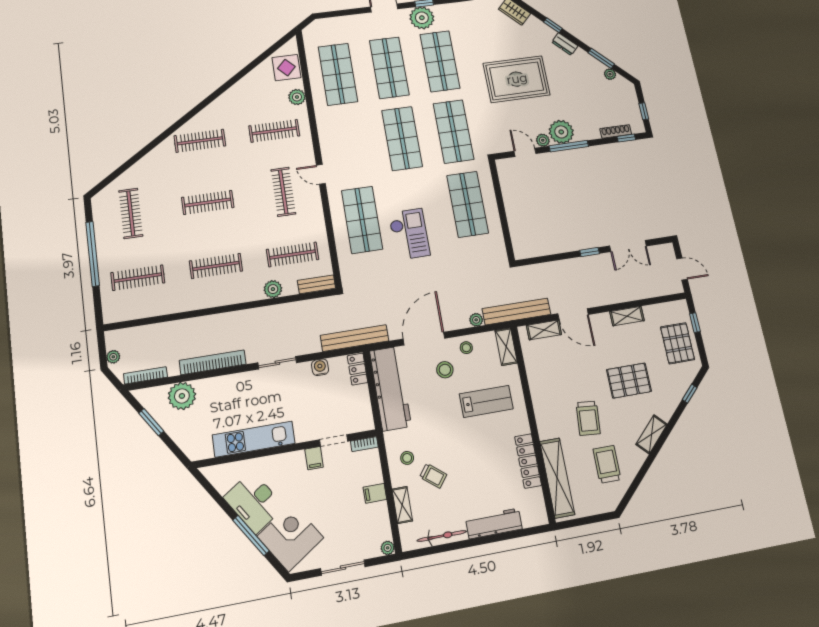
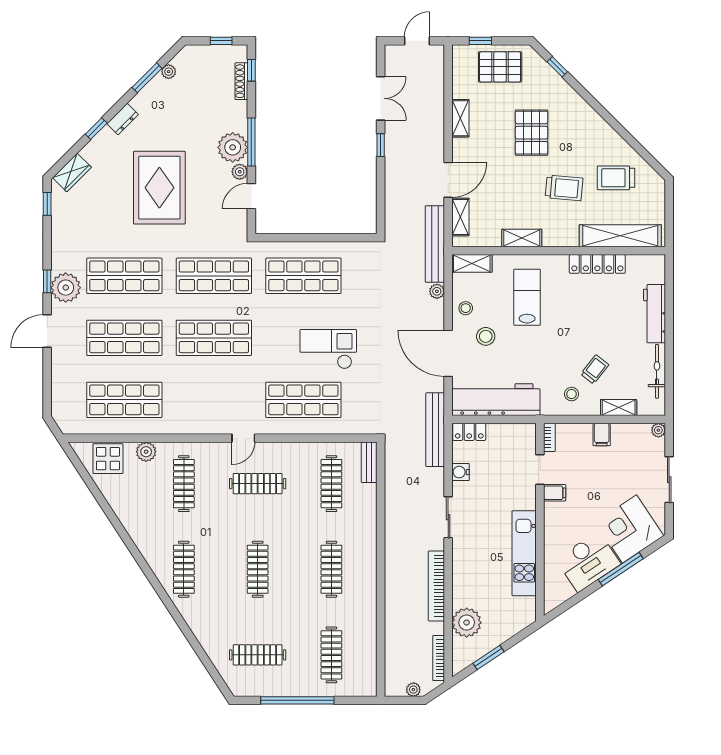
plant: (273, 289) -> (367, 511), removed
shelving: (652, 434) -> (522, 238), moved, turned -45

